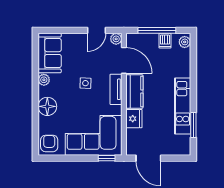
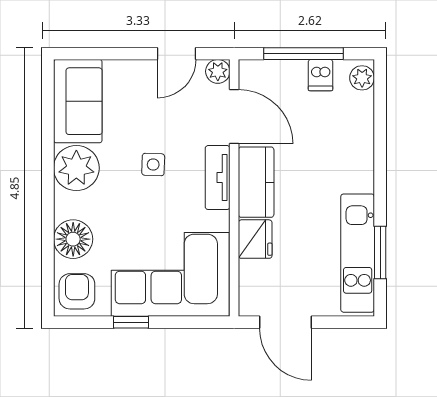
plant: (44, 80) -> (76, 168), width x1.88, depth x1.88
floor lamp: (47, 106) -> (73, 239), moved
kitchen unit: (183, 106) -> (358, 253), moved
window: (107, 158) -> (131, 322), moved

